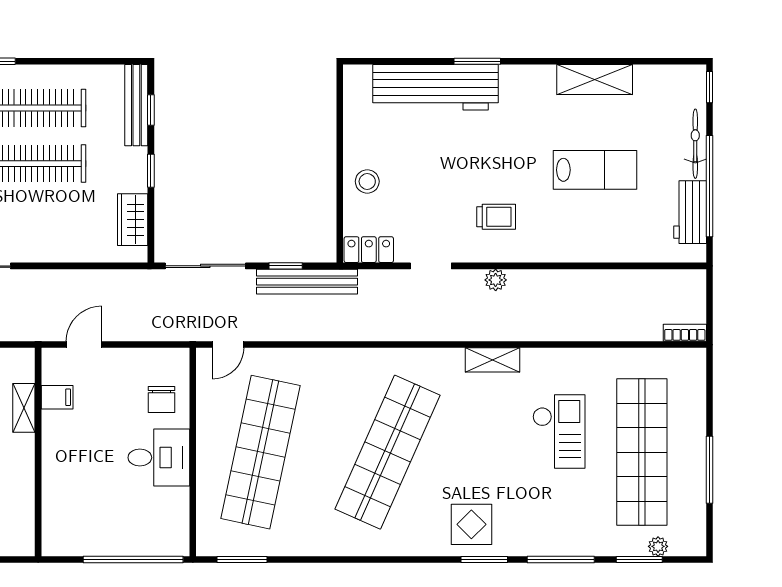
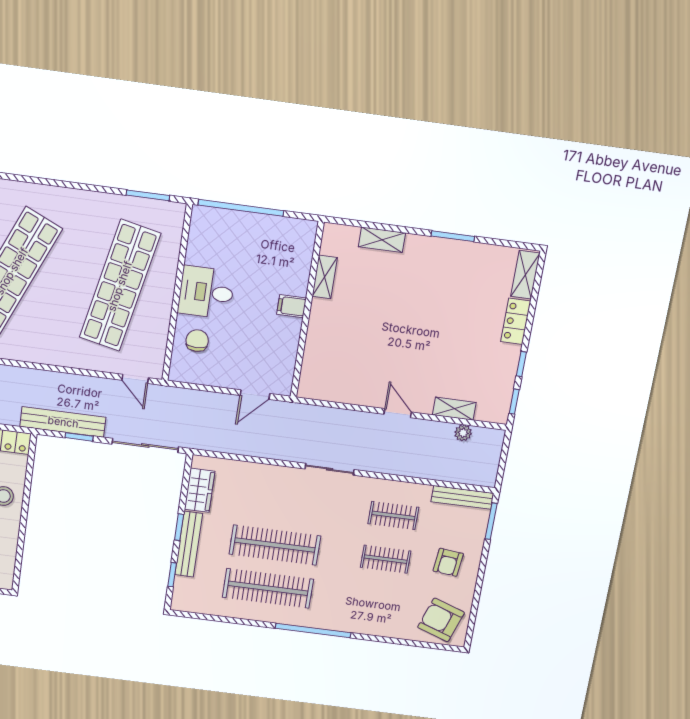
bench: (136, 105) -> (189, 544), moved
door: (228, 345) -> (135, 379), swing flipped
filing cabinet: (57, 397) -> (292, 306), moved
shelving: (24, 408) -> (325, 277), moved

